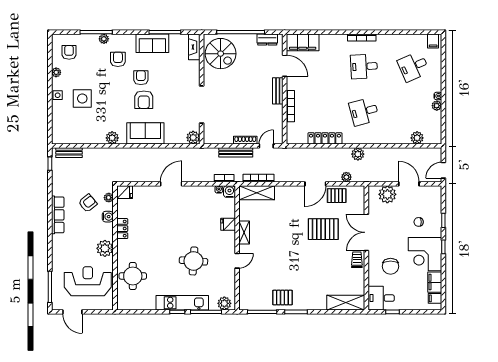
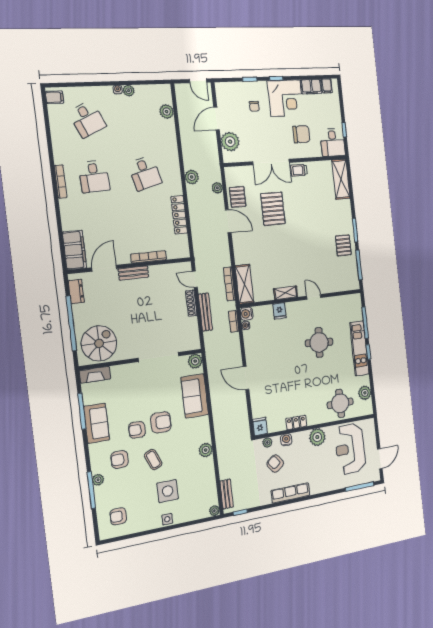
plant: (56, 72) -> (214, 511), moved
coffee table: (112, 89) -> (153, 460), added
sofa: (145, 133) -> (195, 396), moved
plant: (224, 303) -> (365, 393), moved

